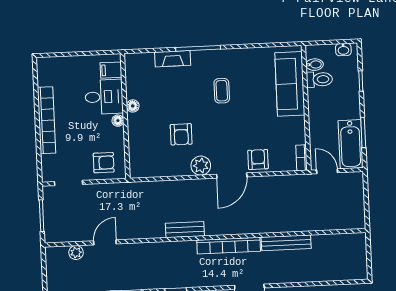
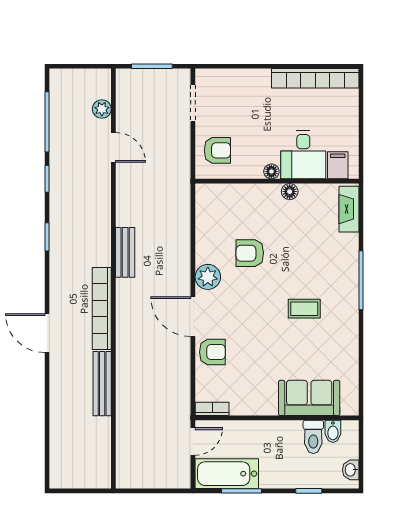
fireplace: (173, 59) -> (349, 209), moved
sofa: (290, 84) -> (309, 398), width x0.73
bookcase: (47, 120) -> (315, 78), moved
armchair: (104, 163) -> (217, 150), turned -90

